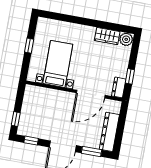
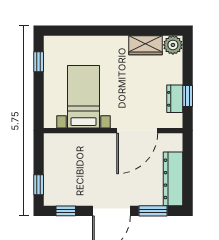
window: (29, 46) -> (39, 62), moved
dresser: (119, 87) -> (175, 99), moved

